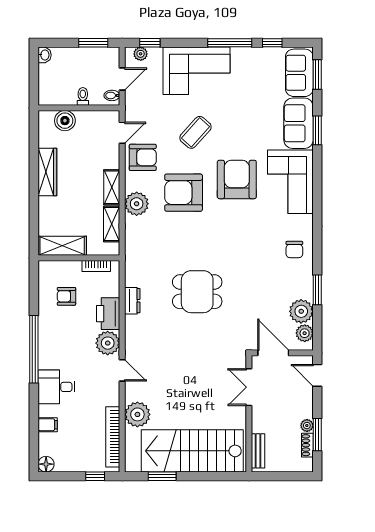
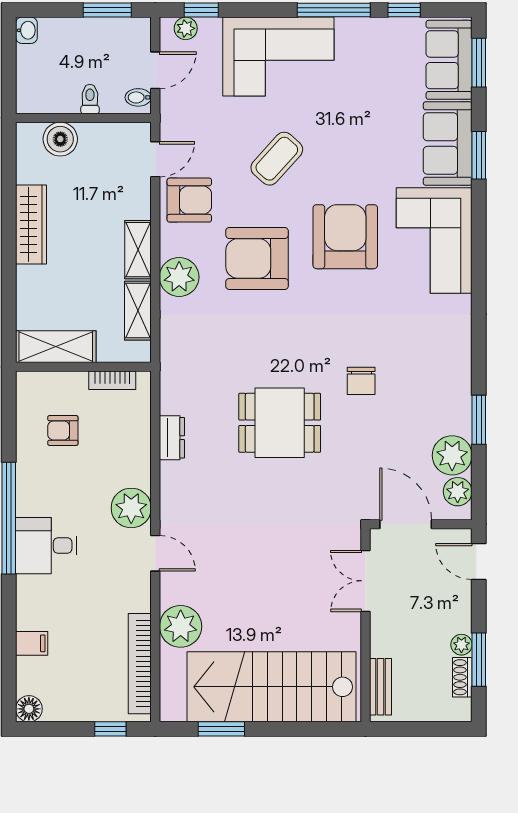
chair: (294, 250) -> (361, 381), moved
printer: (108, 314) -> (132, 459), removed
desk: (56, 387) -> (46, 546), moved

